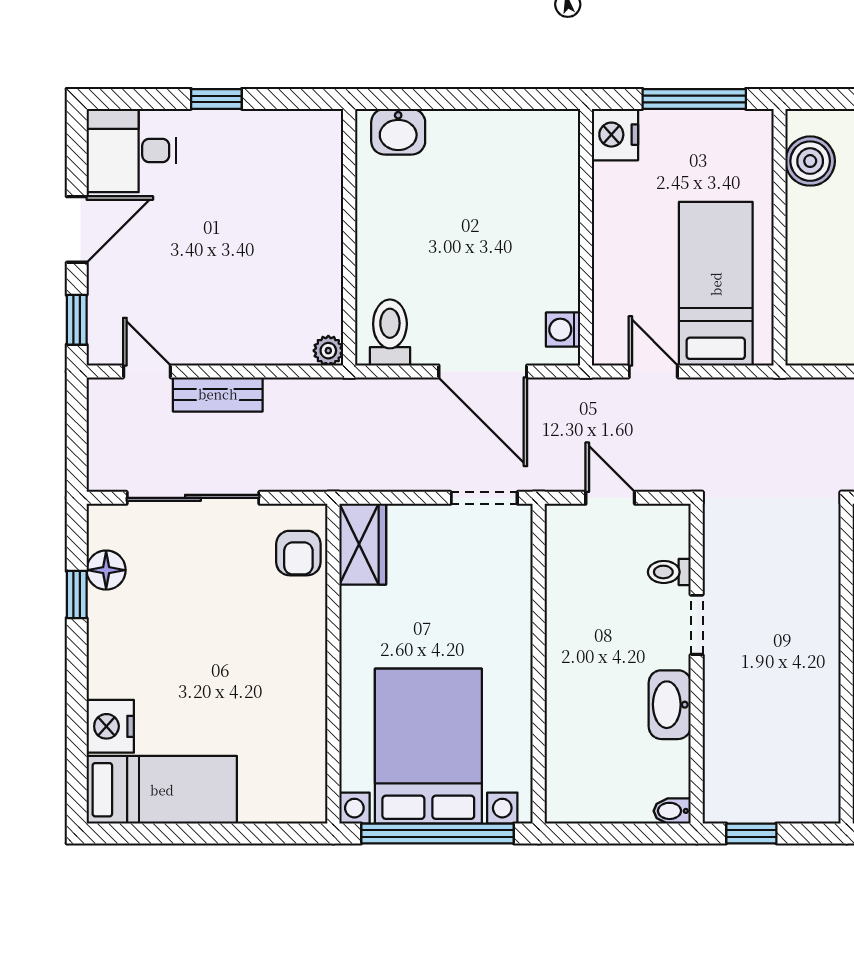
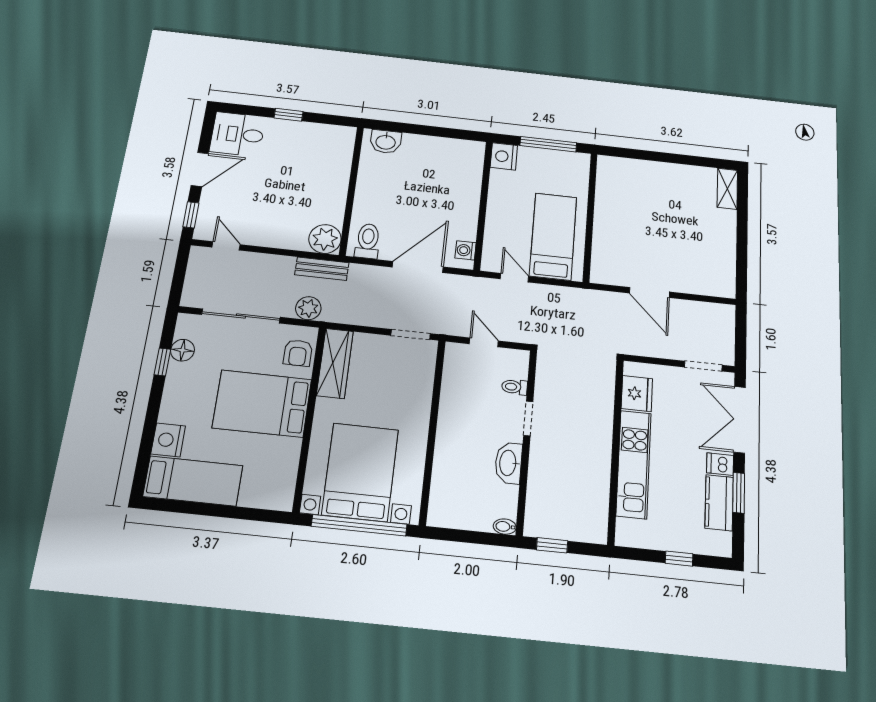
boiler: (810, 161) -> (609, 181), removed
plant: (328, 351) -> (325, 239), width x1.88, depth x1.88
door: (483, 371) -> (418, 267), swing flipped
bench: (218, 394) -> (322, 269), moved
plant: (305, 470) -> (308, 308), added
wardrobe: (363, 544) -> (335, 363), width x1.50
bed: (252, 648) -> (262, 404), added

